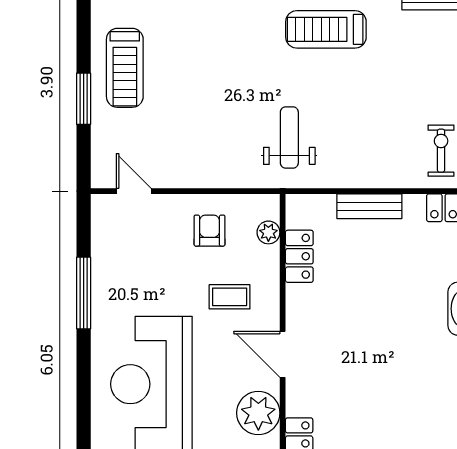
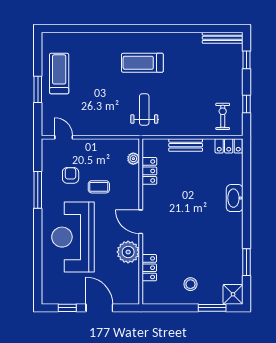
treadmill: (326, 29) -> (142, 63), moved
treadmill: (125, 68) -> (59, 74), turned 180
armchair: (210, 231) -> (71, 175), moved
coffee table: (230, 297) -> (99, 187), moved

